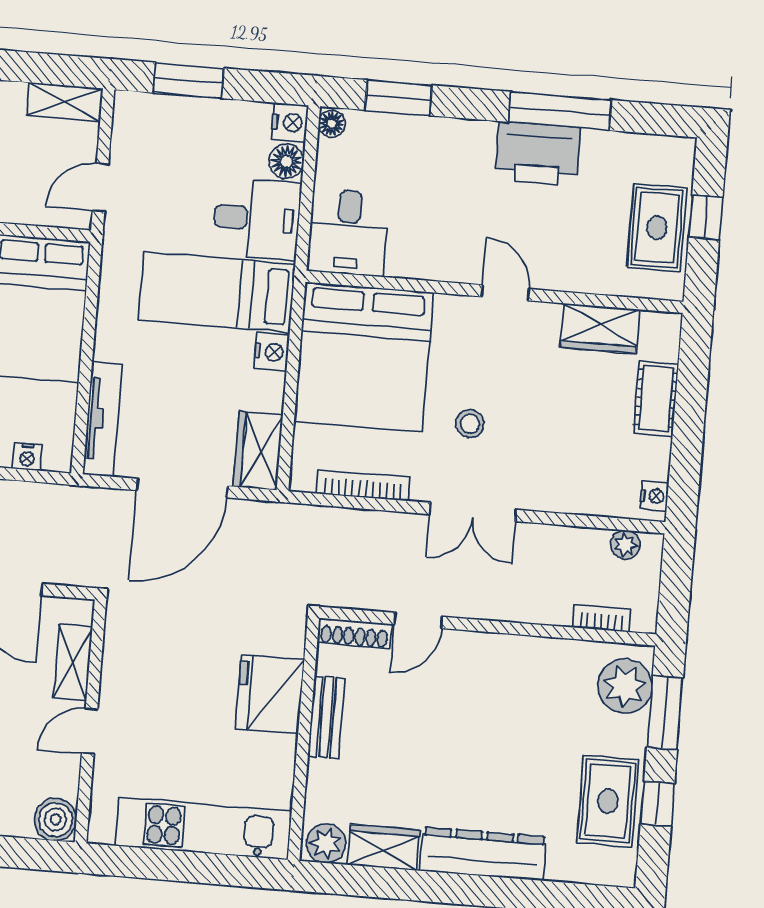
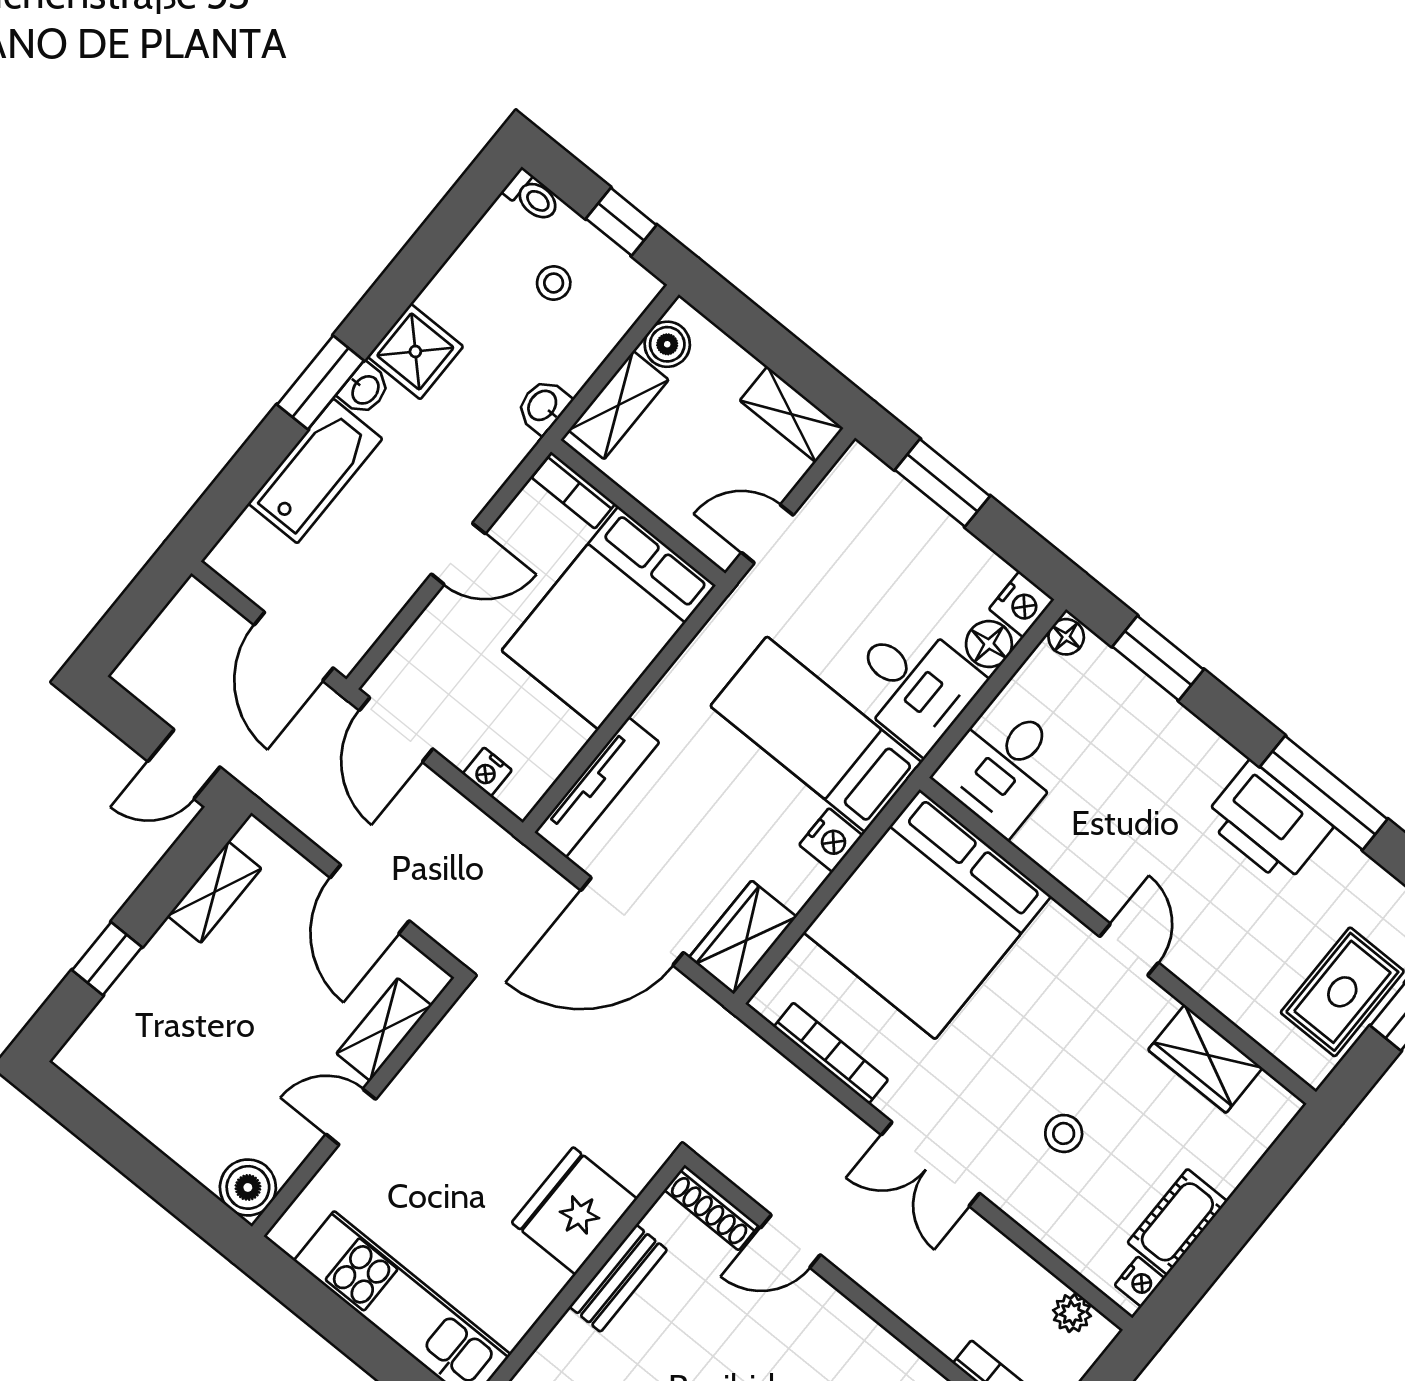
cot: (656, 399) -> (1177, 1222), moved
stool: (470, 424) -> (1064, 1133), moved

